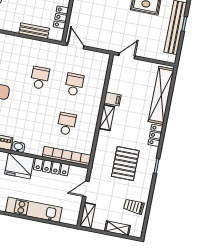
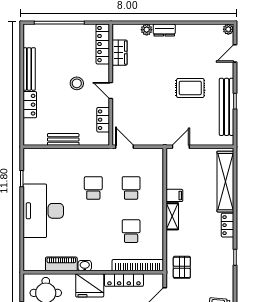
bench: (34, 31) -> (63, 139), moved
pallet: (125, 164) -> (182, 267), moved, width x0.67, depth x0.71

